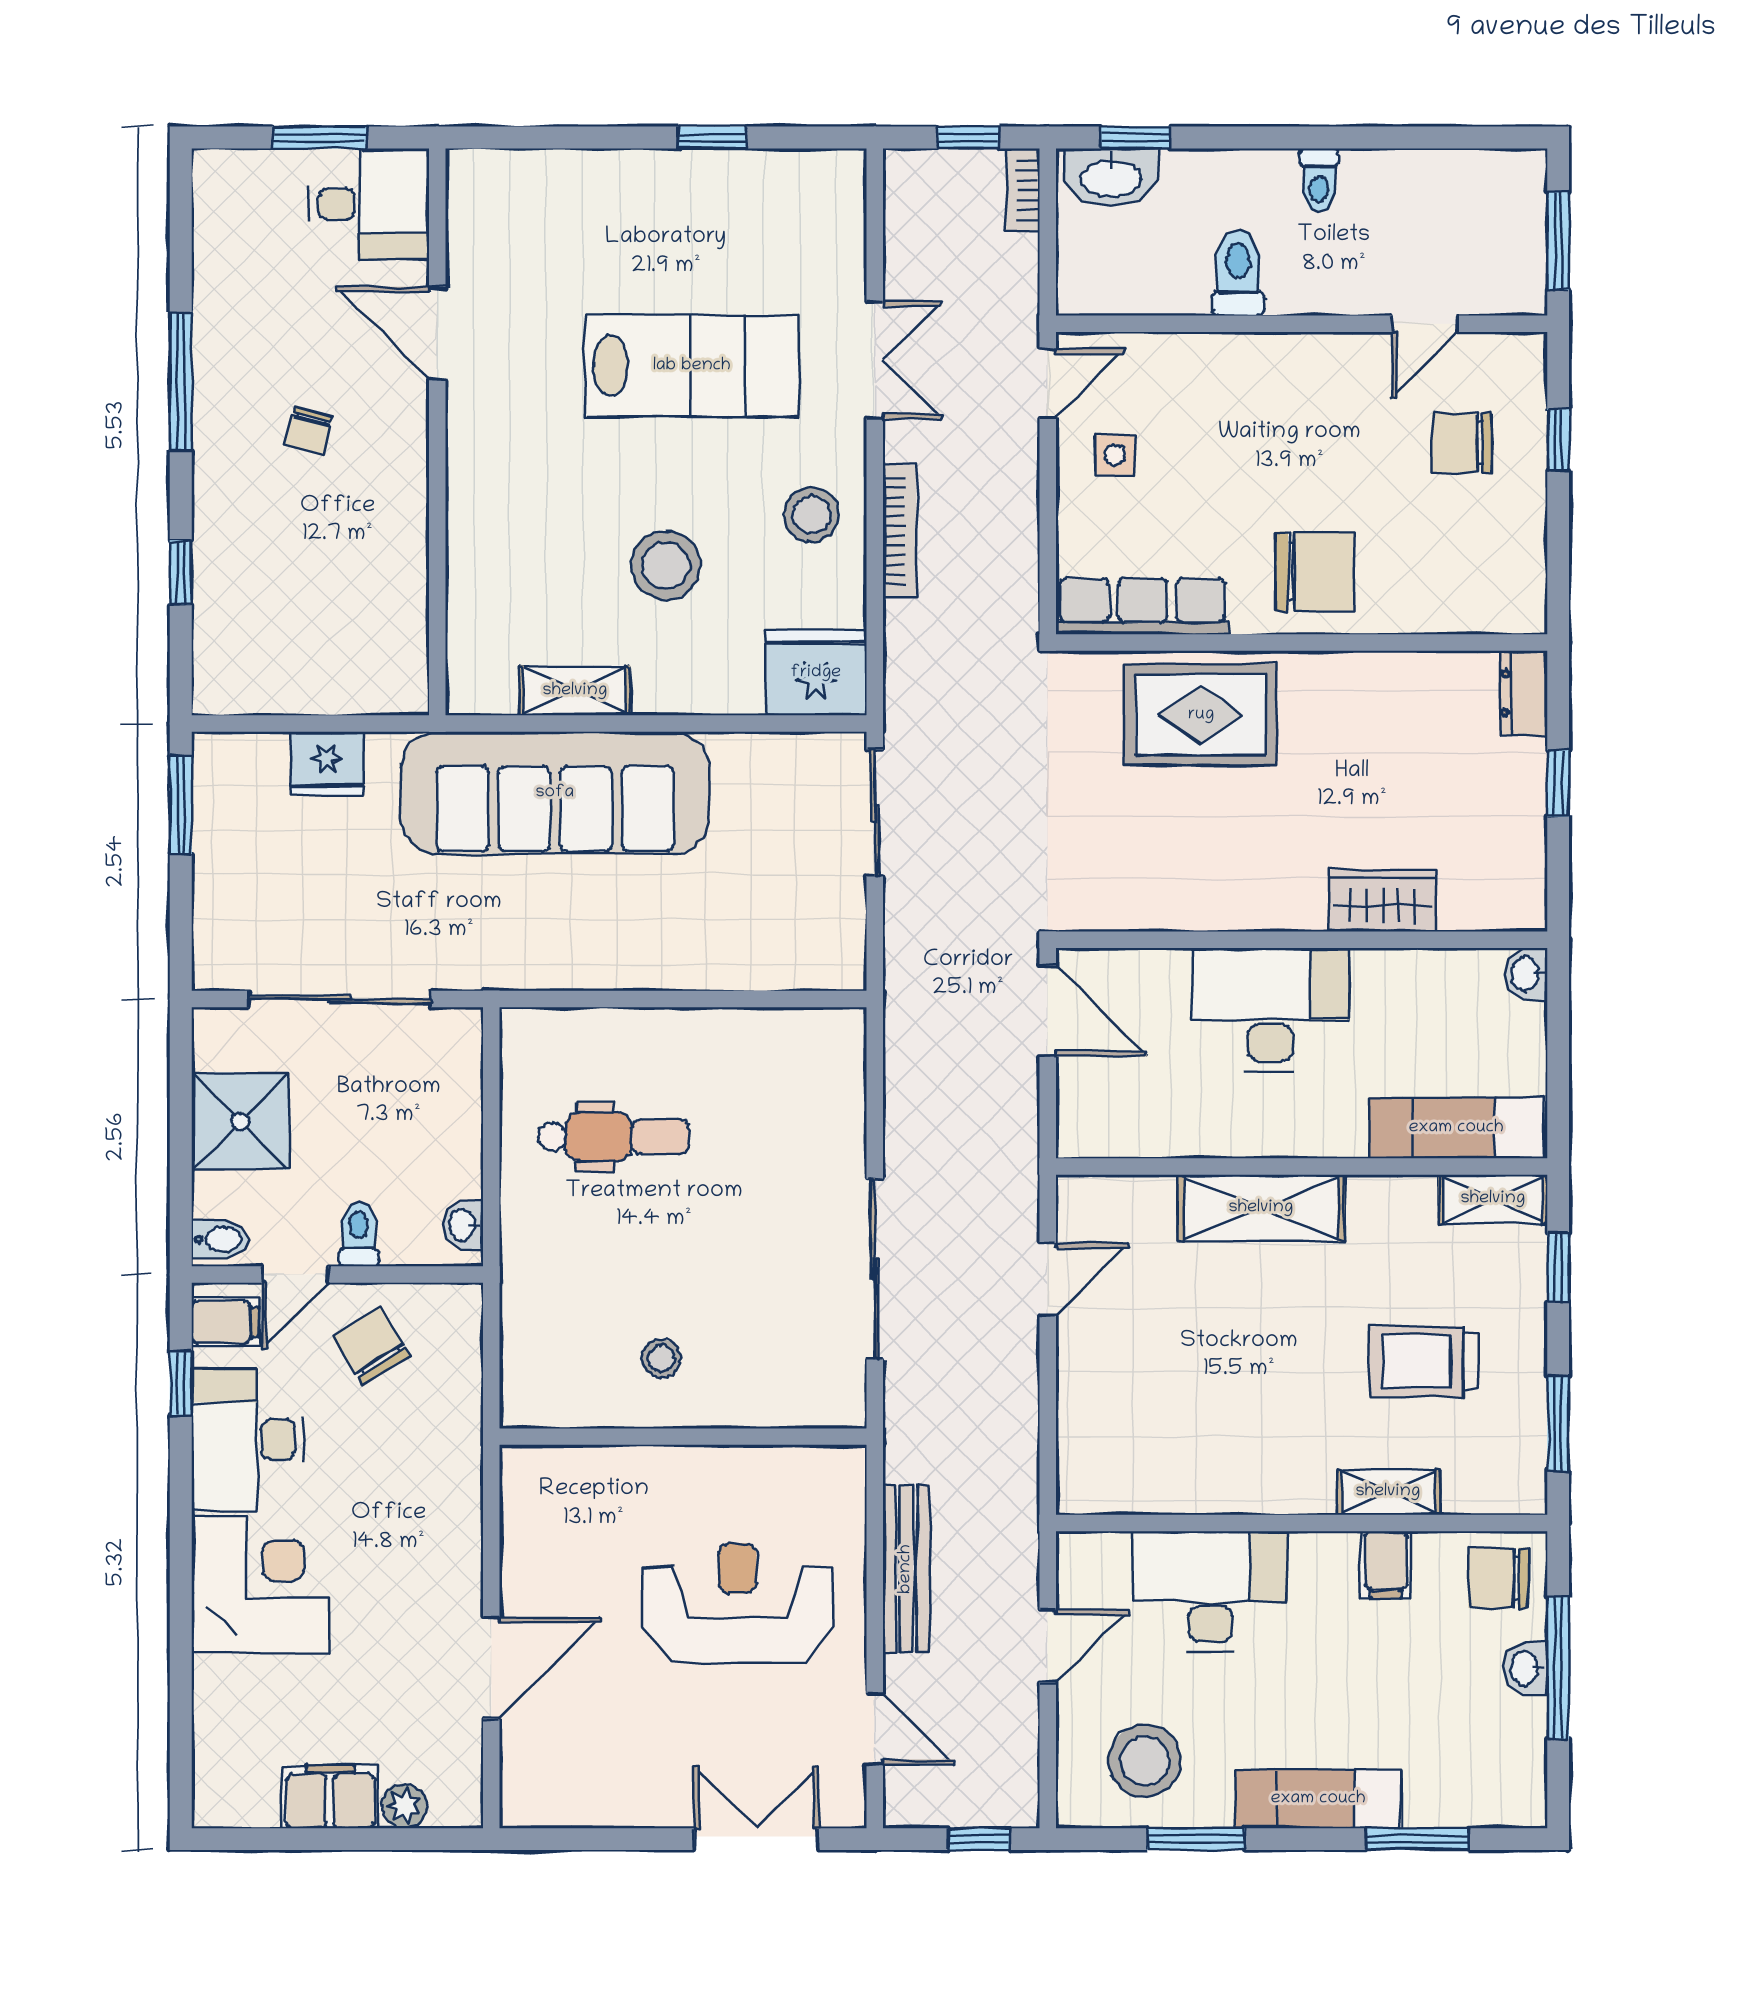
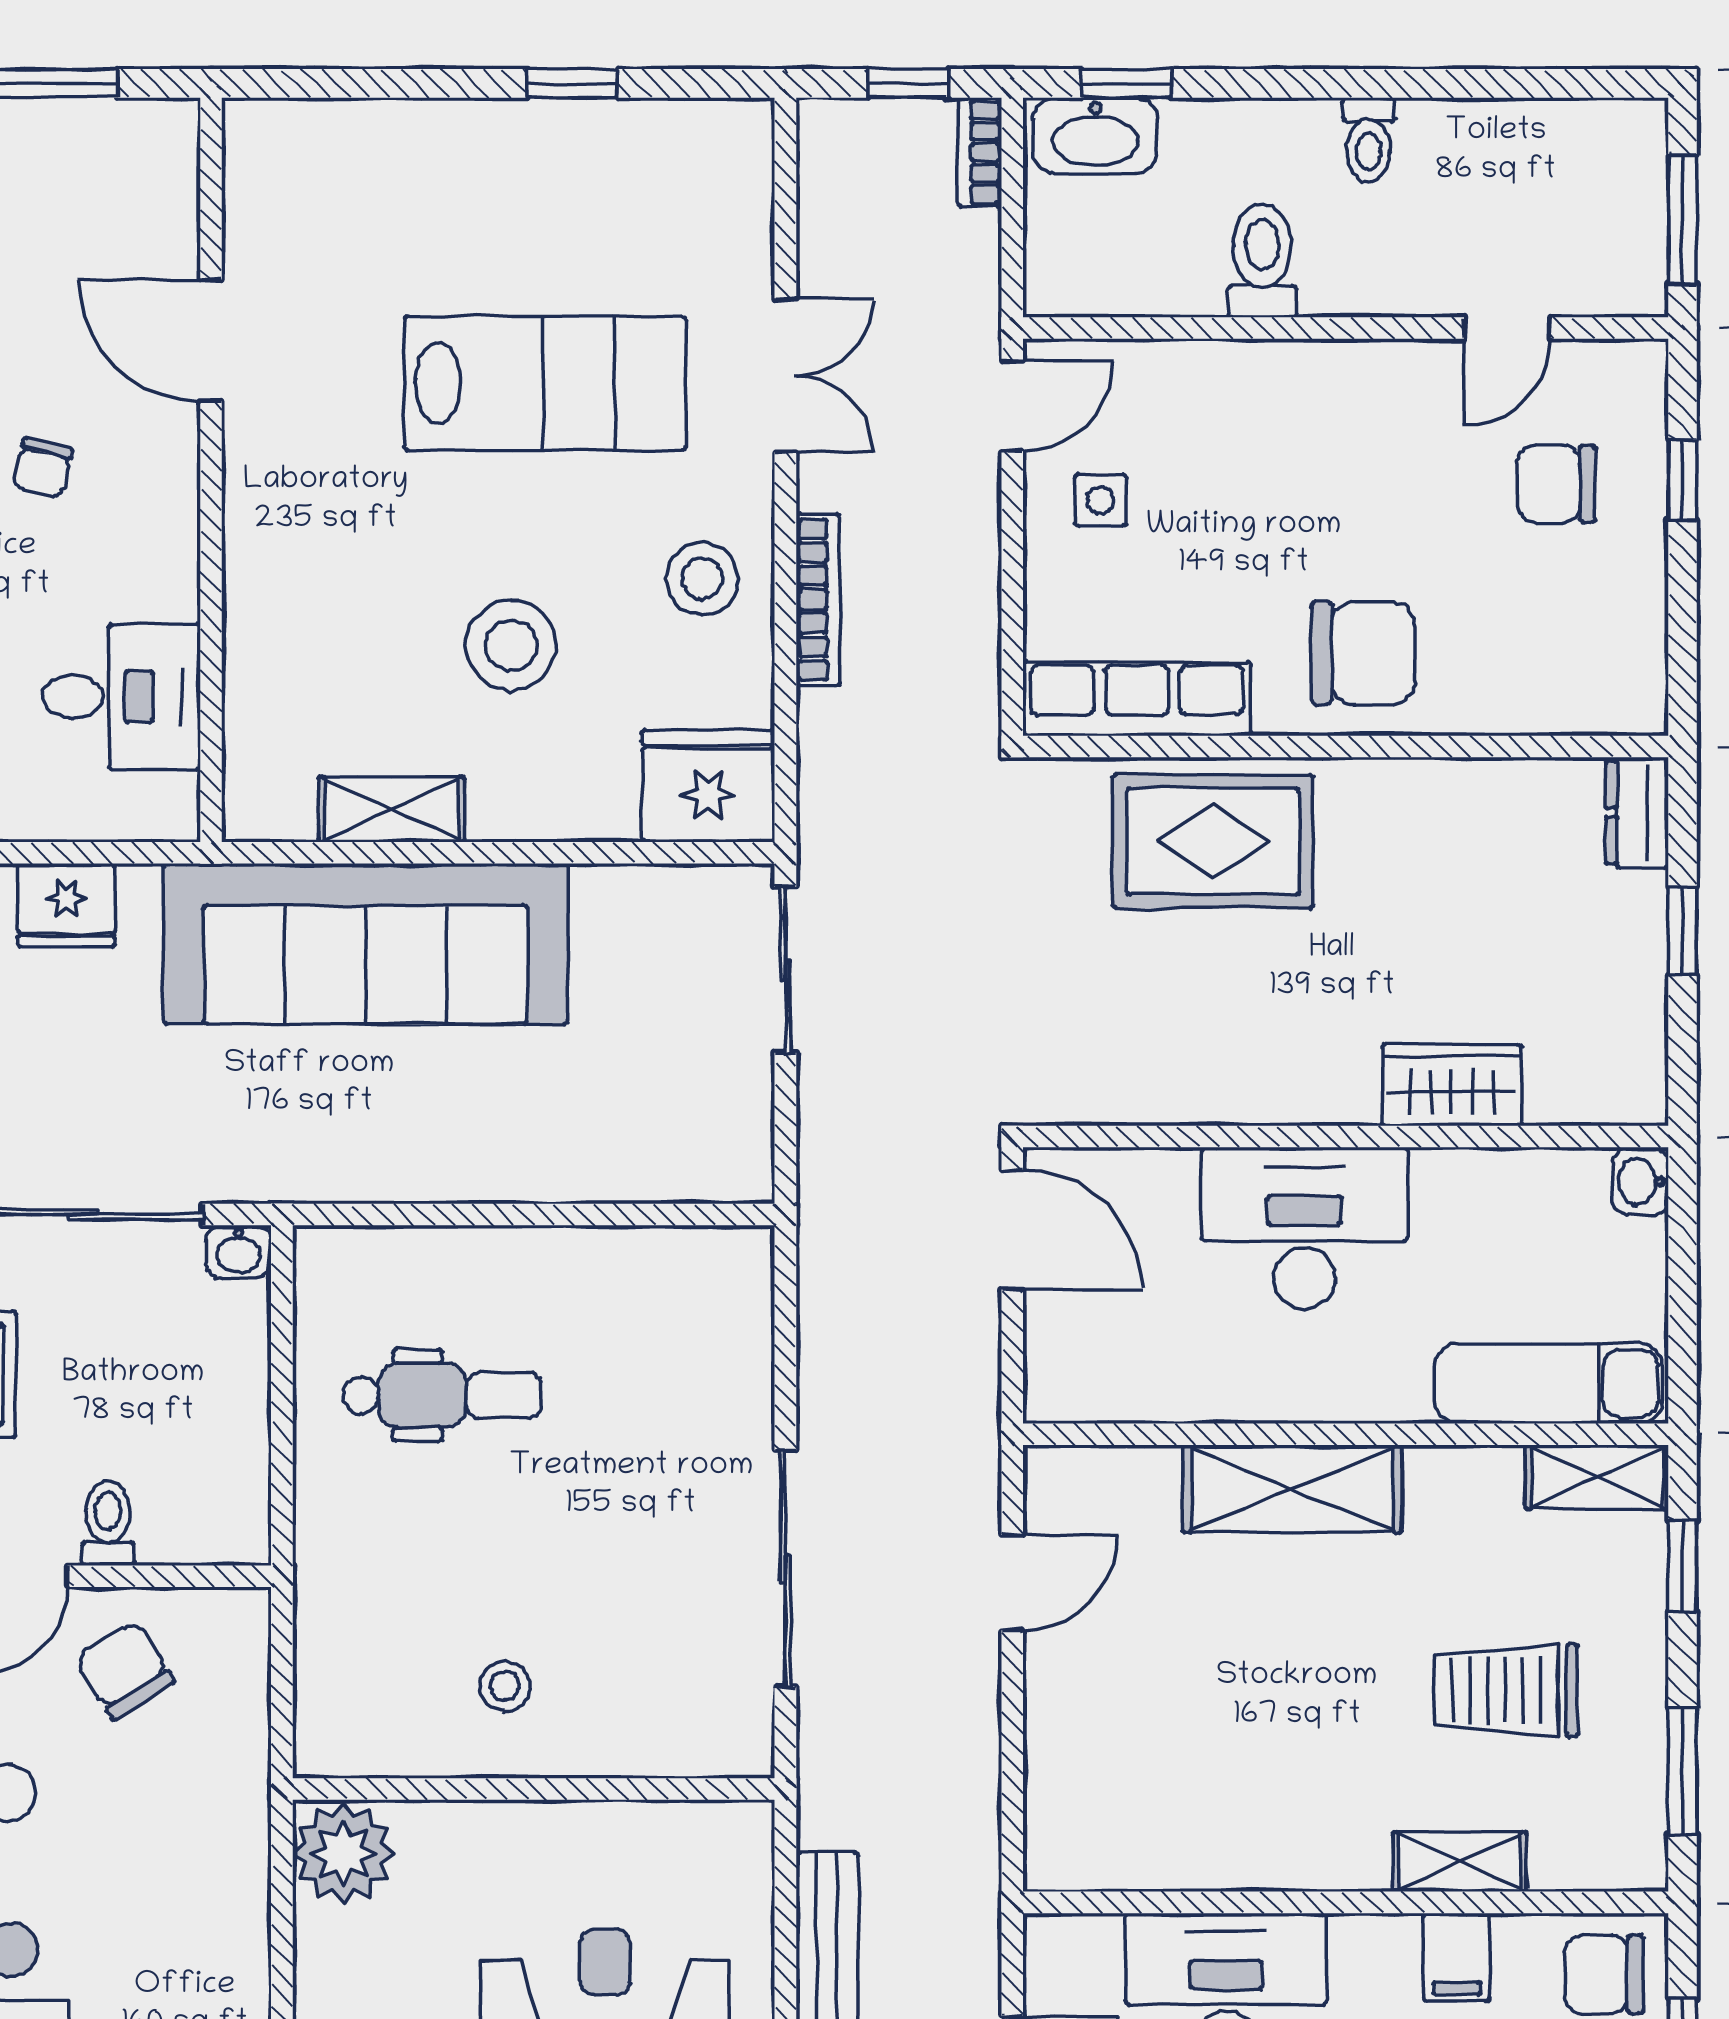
desk: (369, 204) -> (122, 697), moved
washbasin: (463, 1225) -> (239, 1252), moved, turned -90
plant: (538, 1486) -> (343, 1853), added

